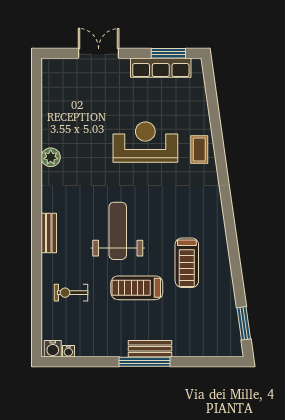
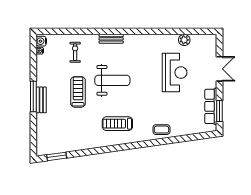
reception desk: (145, 142) -> (175, 73), moved
plant: (51, 157) -> (184, 40), moved
treadmill: (187, 263) -> (117, 124), moved

